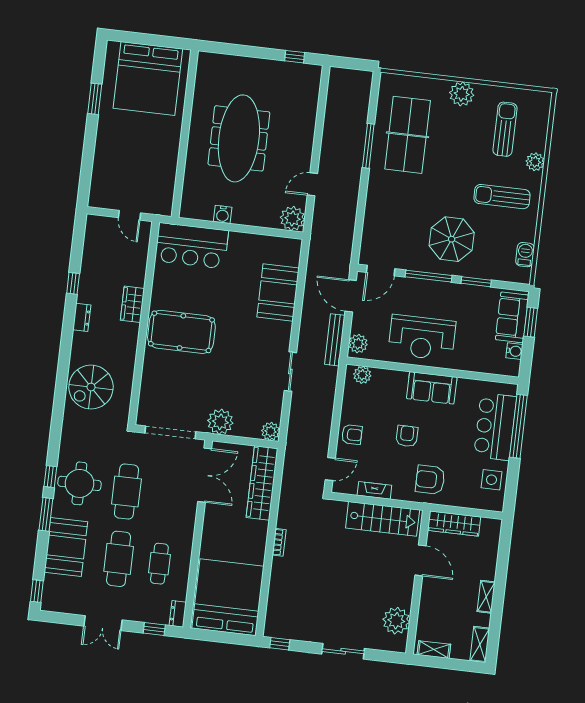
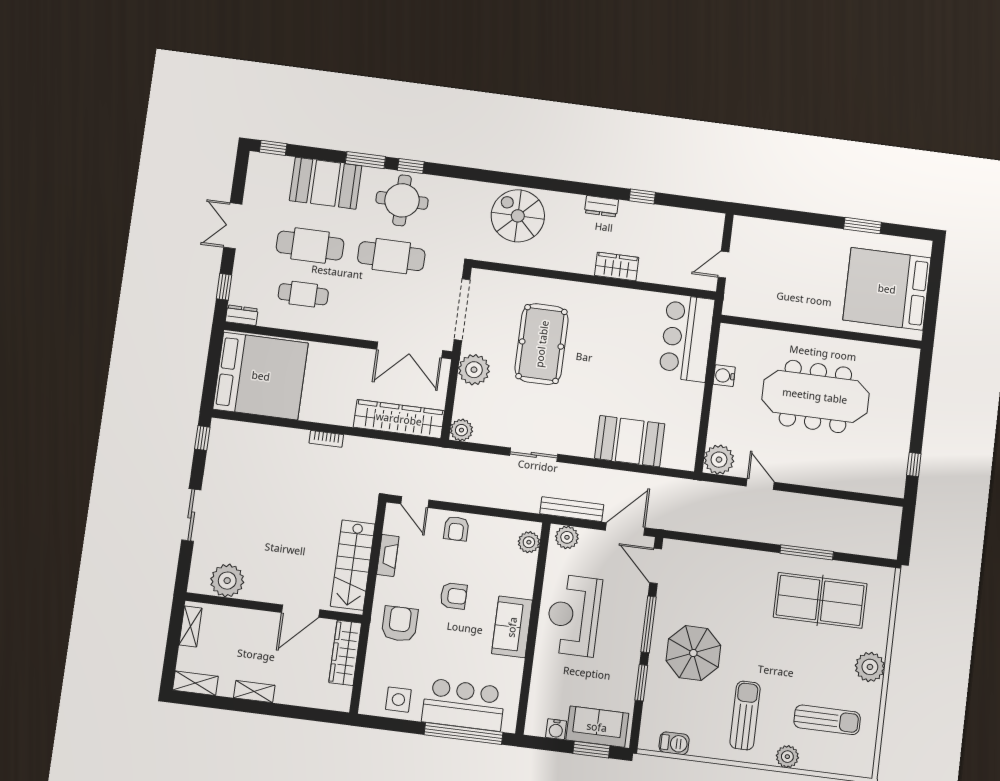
pool table: (181, 332) -> (542, 344), moved

